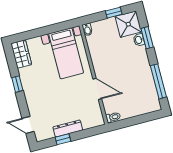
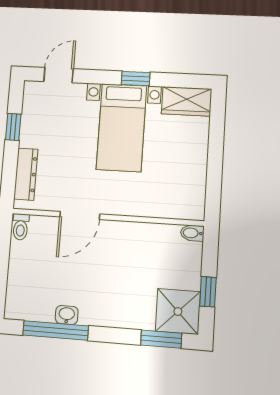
window: (147, 38) -> (161, 339), moved
washbasin: (139, 40) -> (67, 315), moved
bed with nightstands: (66, 53) -> (121, 128), moved, turned -90
dresser: (68, 128) -> (26, 174), moved

